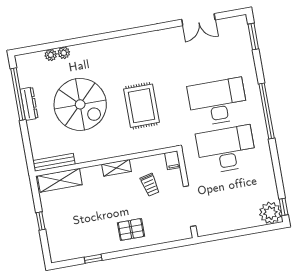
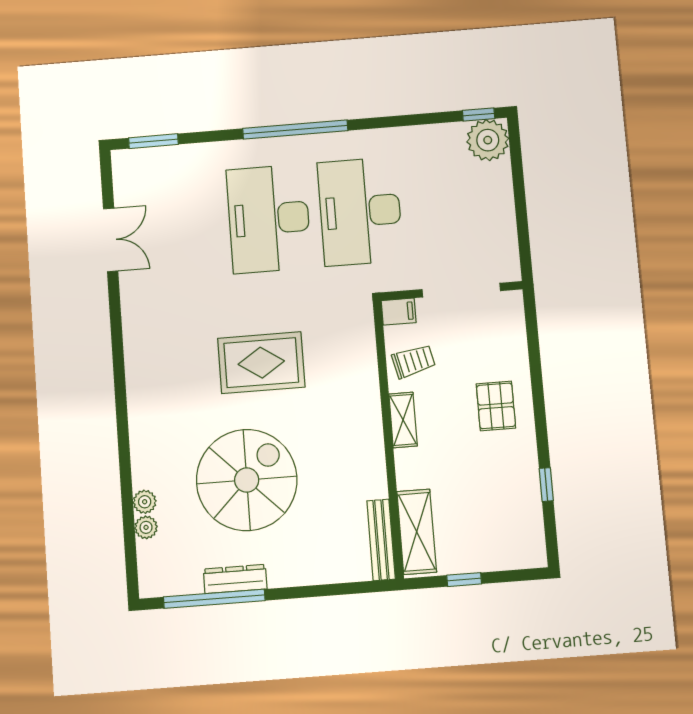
filing cabinet: (173, 160) -> (399, 312), moved
wall: (106, 161) -> (388, 439), moved
bench: (54, 162) -> (381, 540), moved
shelving: (116, 168) -> (403, 420), moved
shelving: (60, 180) -> (417, 532), moved

